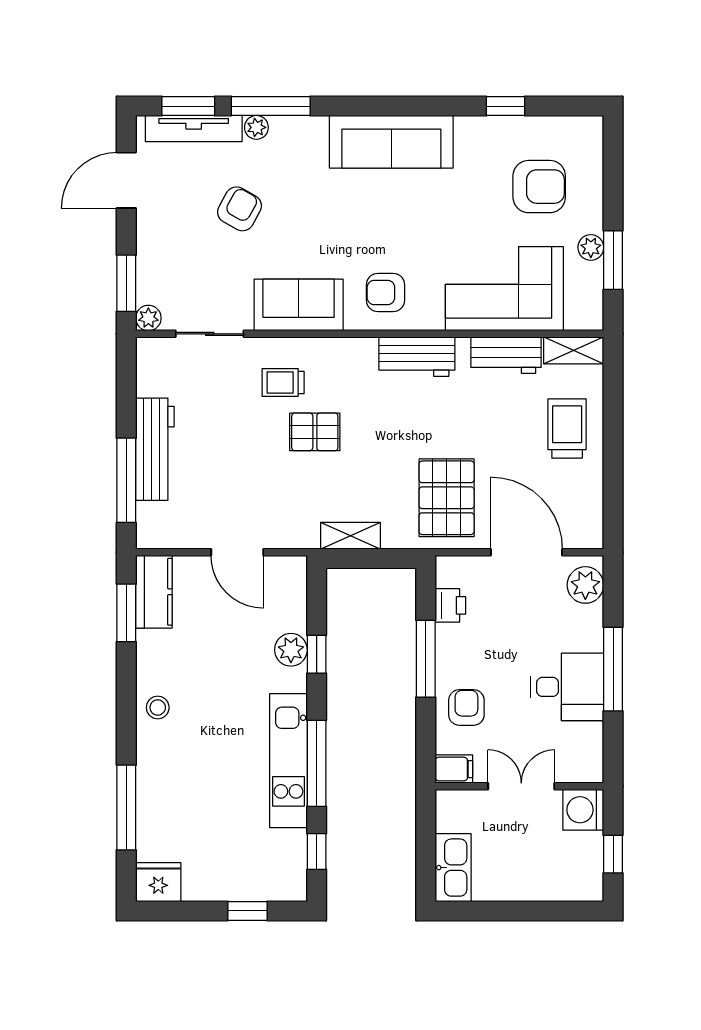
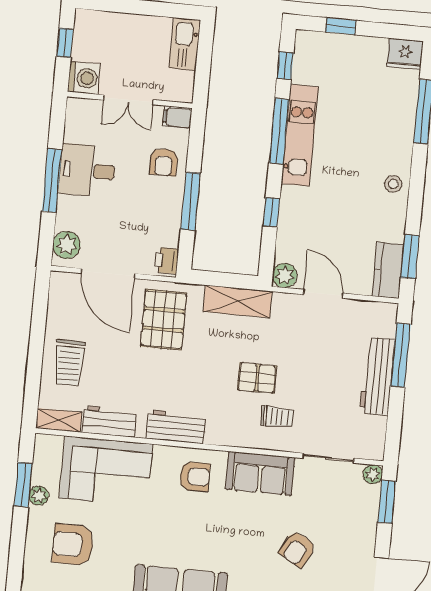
shelving: (350, 536) -> (238, 301), width x1.50, depth x1.33
printer: (450, 605) -> (166, 261), moved
plant: (291, 650) -> (285, 276), moved

